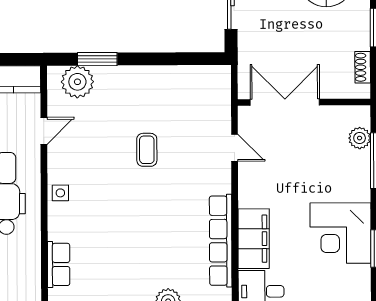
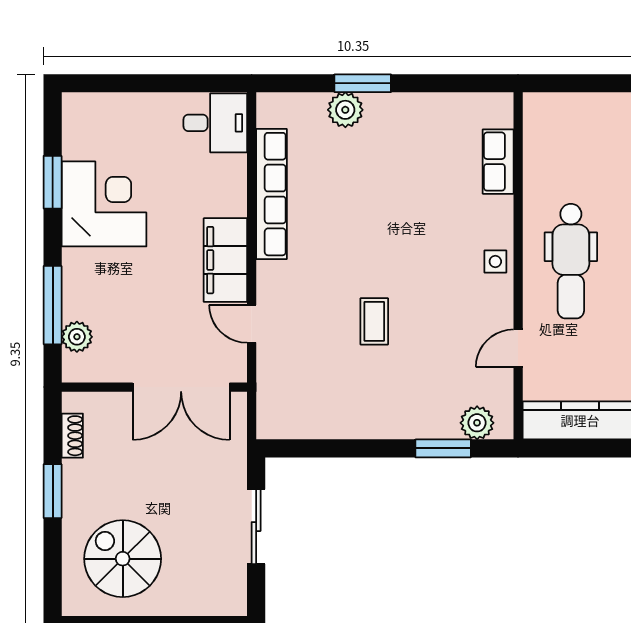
plant: (77, 82) -> (477, 423), width x0.73, depth x0.73
filing cabinet: (254, 239) -> (225, 260), moved

